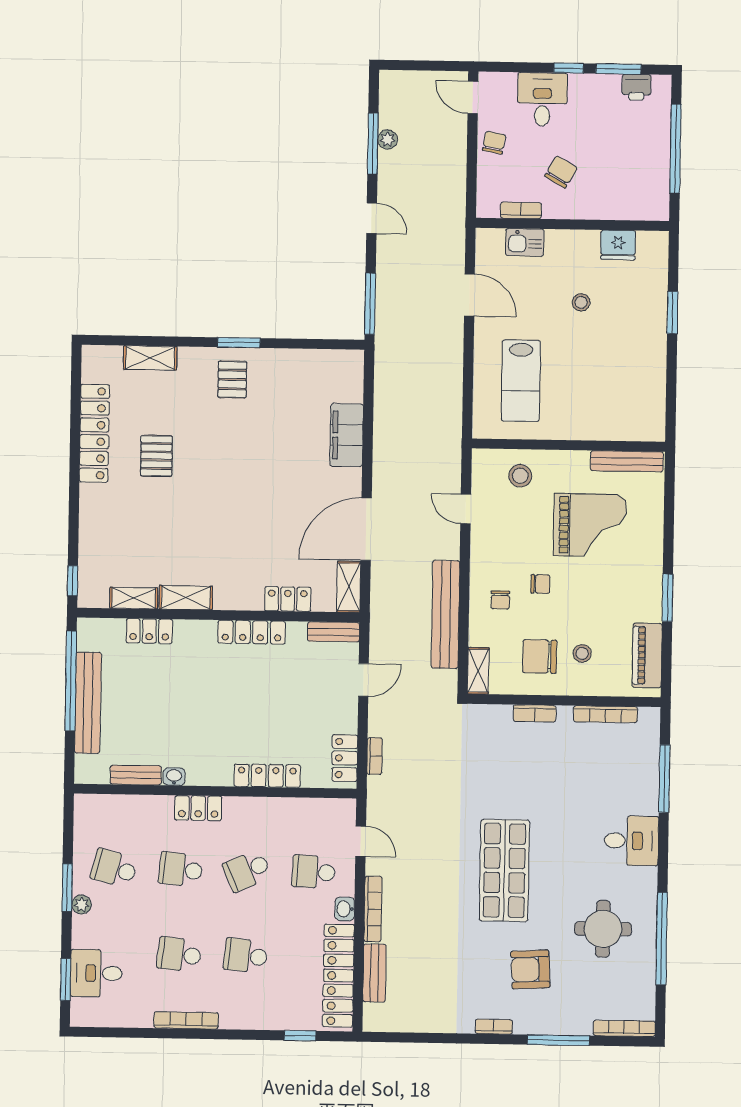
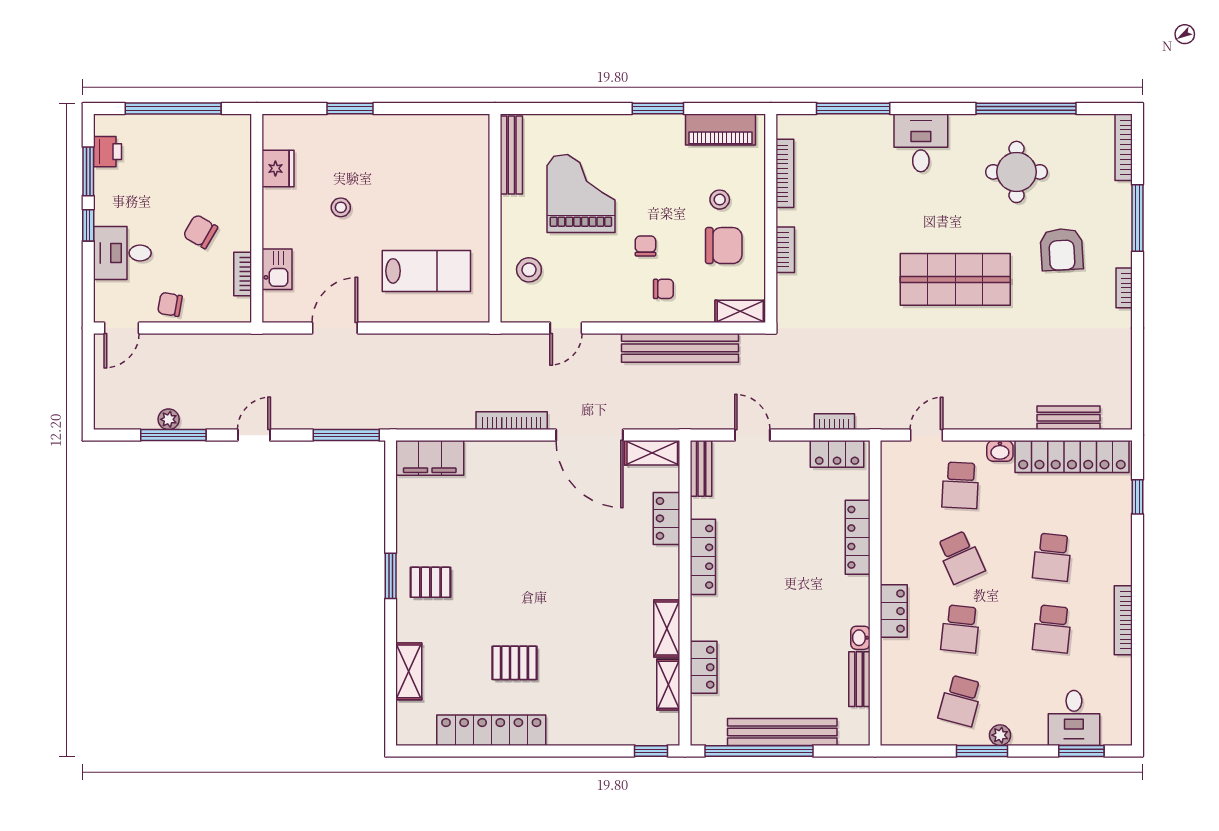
filing cabinet: (347, 435) -> (430, 458), moved
chair: (540, 656) -> (724, 246), turned -90
bookcase: (373, 909) -> (512, 421), moved

